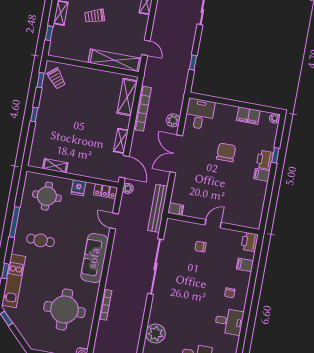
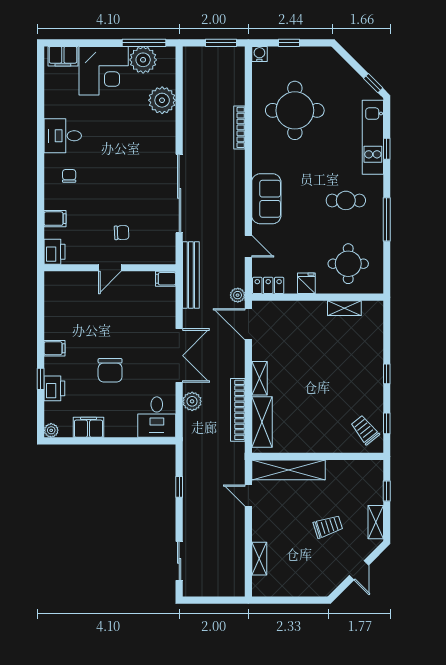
shelving: (121, 141) -> (259, 378), moved
printer: (265, 160) -> (54, 388), moved
sofa: (94, 258) -> (266, 199), width x0.73

